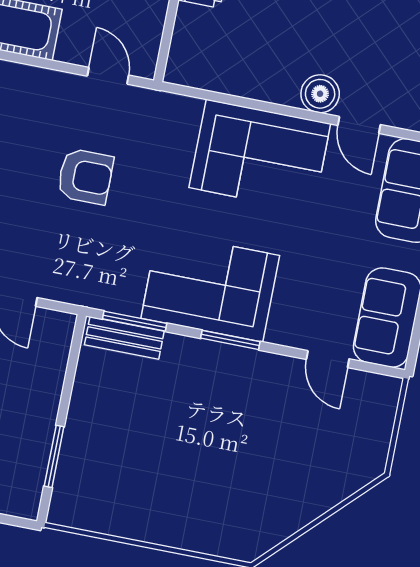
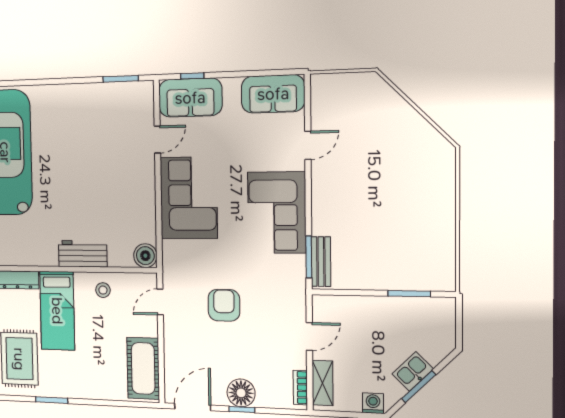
boiler: (320, 94) -> (145, 256), moved
window: (230, 340) -> (308, 193), removed
door: (328, 359) -> (308, 145), moved

